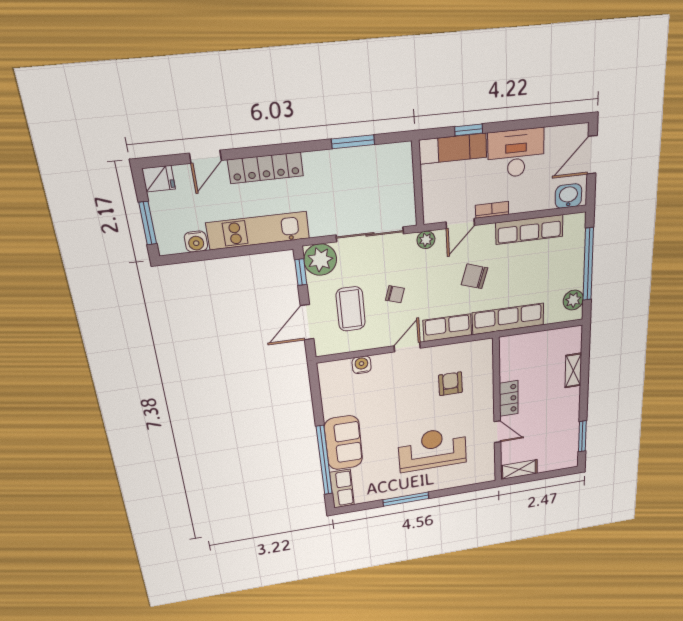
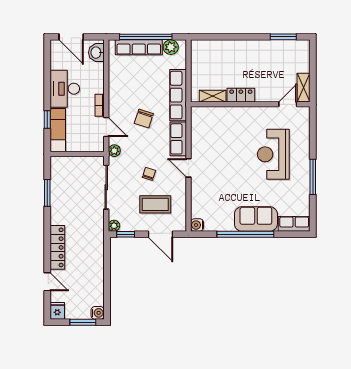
row of seats: (529, 229) -> (139, 47), moved, turned 90
kitchen unit: (258, 231) -> (95, 257), removed
water cooler: (196, 242) -> (98, 313), moved
plant: (320, 260) -> (114, 226), width x0.53, depth x0.53
water cooler: (362, 365) -> (197, 225), moved
shelving: (573, 370) -> (213, 96), moved
armchair: (451, 384) -> (222, 138), removed
door: (497, 432) -> (288, 104), moved
window: (324, 460) -> (245, 234), moved

